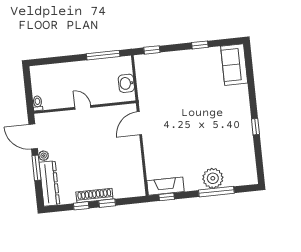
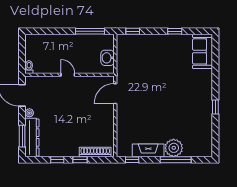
window: (36, 168) -> (22, 136), moved
fireplace: (166, 186) -> (148, 150), moved
shoe rack: (94, 195) -> (95, 152), moved

